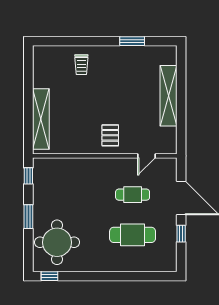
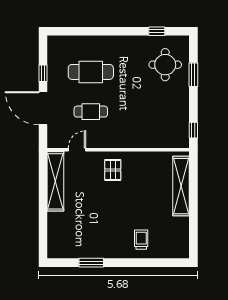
shelving: (168, 96) -> (55, 181), moved
window: (28, 217) -> (193, 75), moved
round table: (57, 242) -> (165, 65), width x0.73, depth x0.73
window: (49, 276) -> (157, 31), moved

